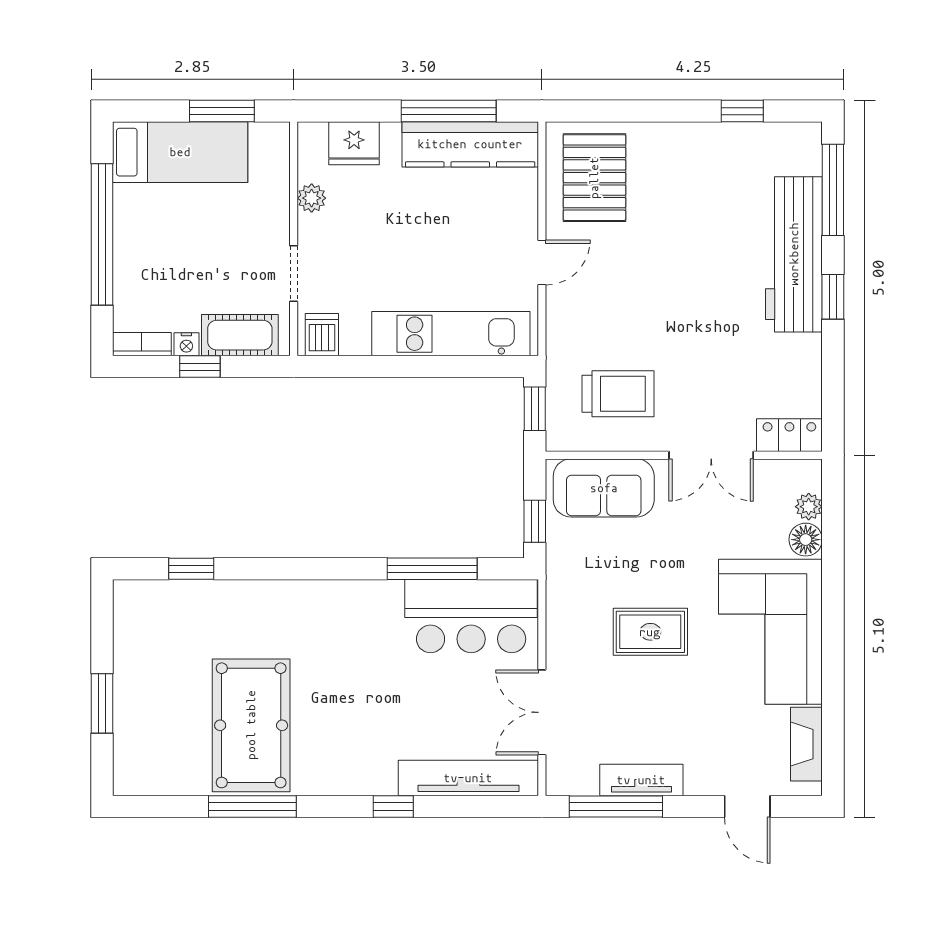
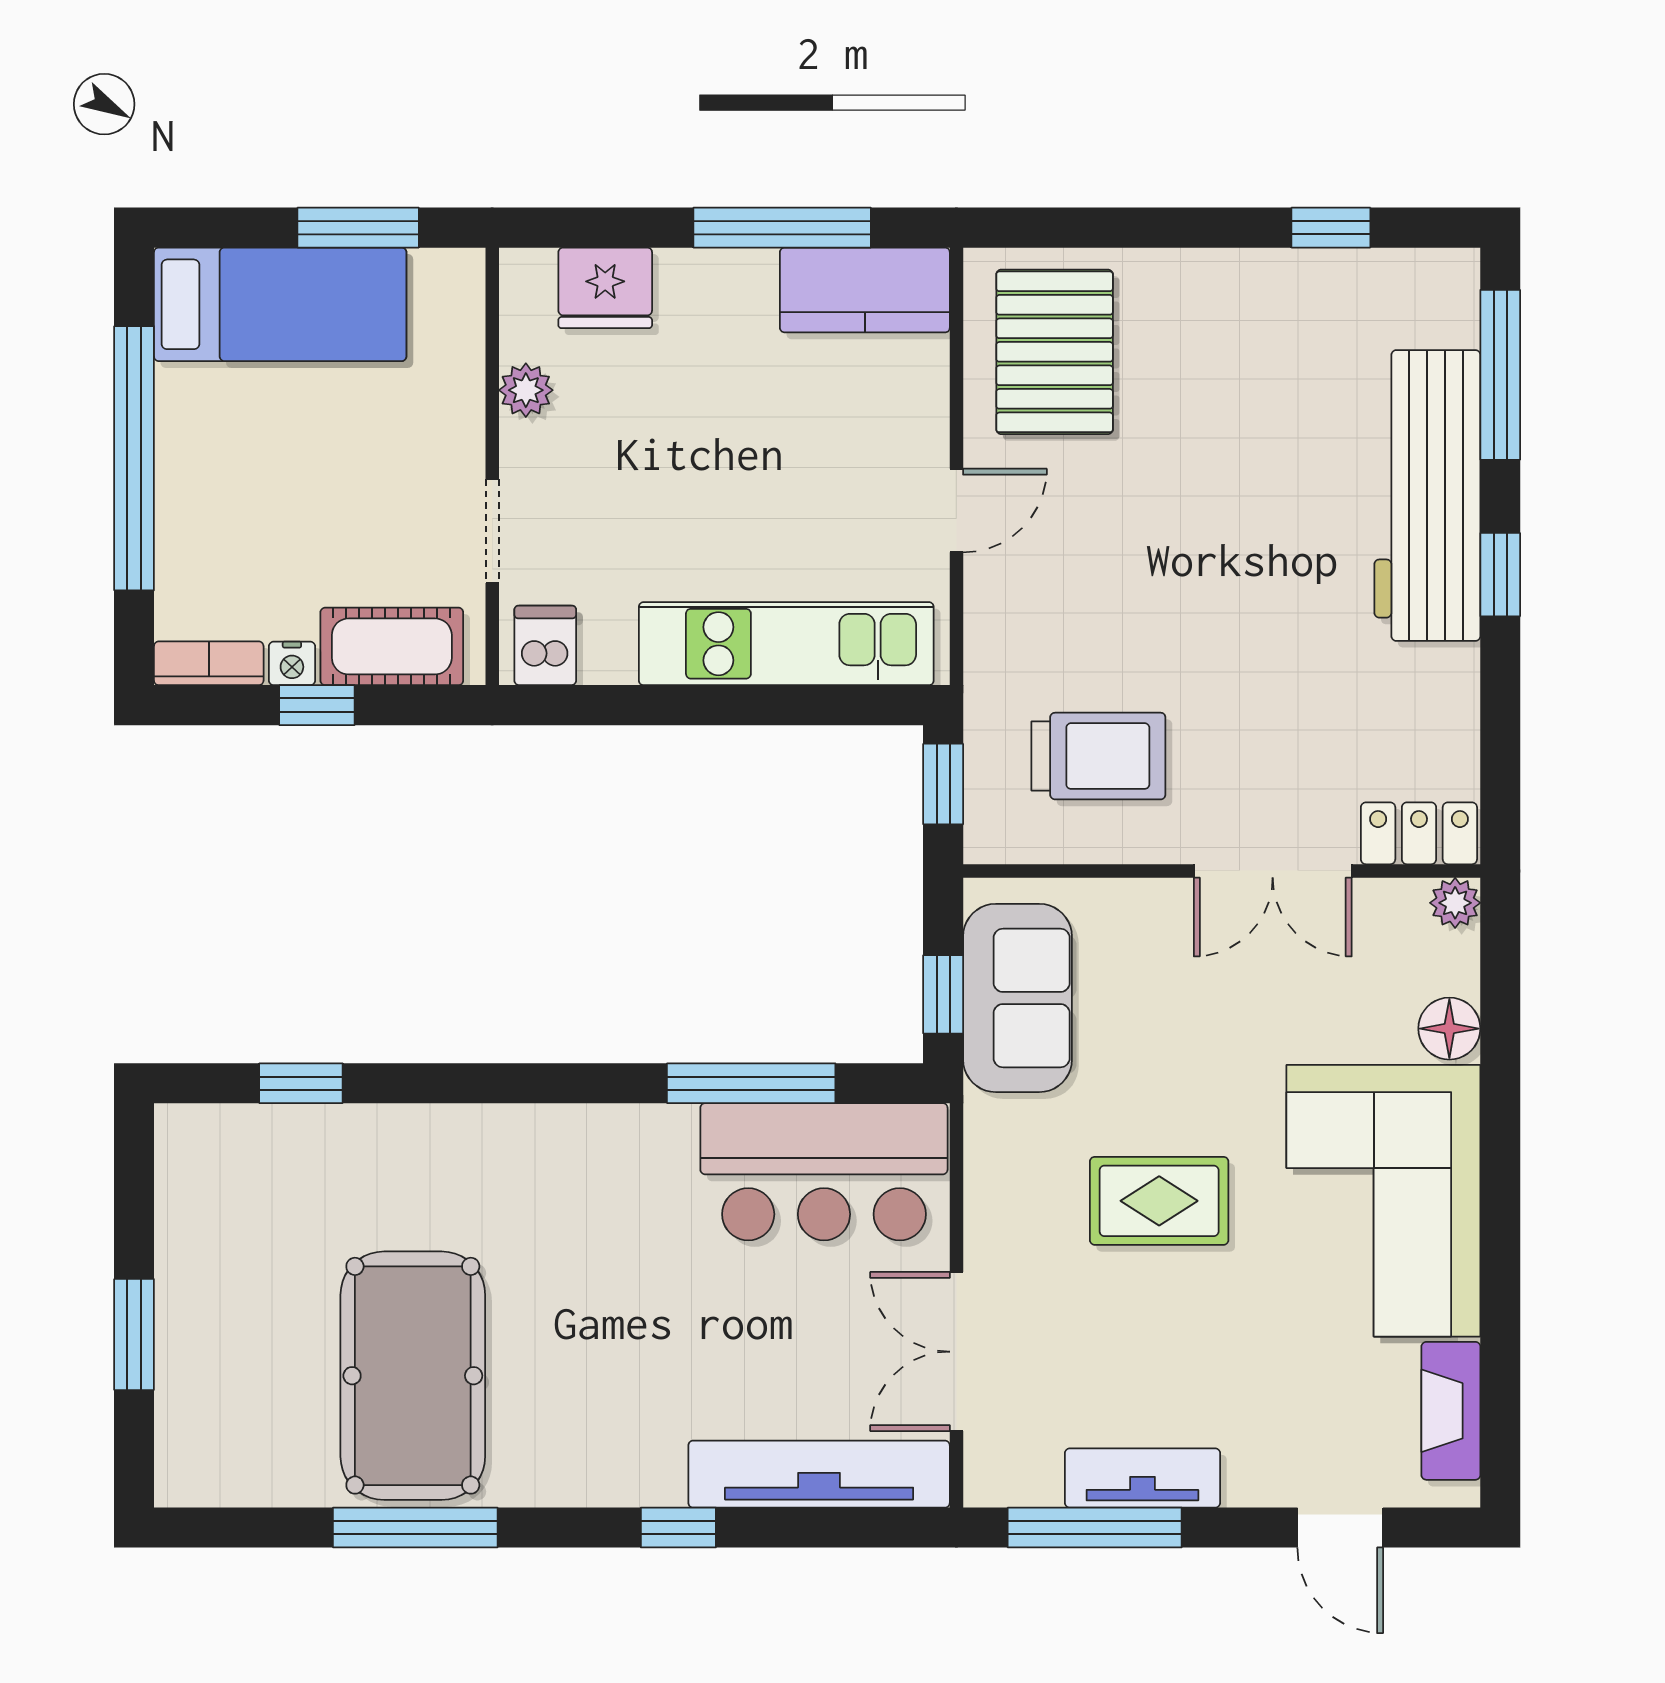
kitchen counter: (470, 144) -> (865, 290), width x0.67
sofa: (604, 488) -> (1017, 998), moved, turned -90
plant: (809, 507) -> (1455, 903), moved

